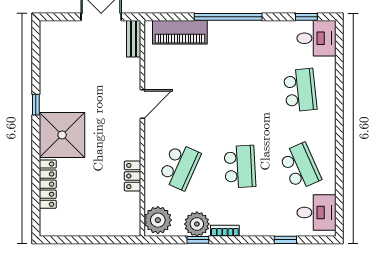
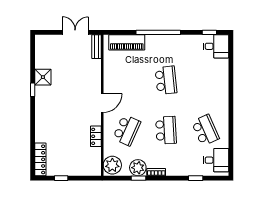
school desk: (300, 90) -> (166, 80), moved
door: (142, 104) -> (102, 103), moved
shower: (62, 135) -> (43, 77), moved, width x0.54, depth x0.54
locker: (48, 184) -> (40, 159), moved
window: (80, 240) -> (61, 178), added

